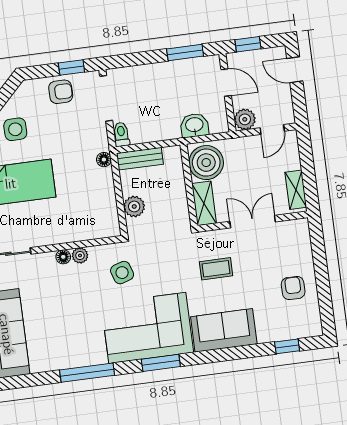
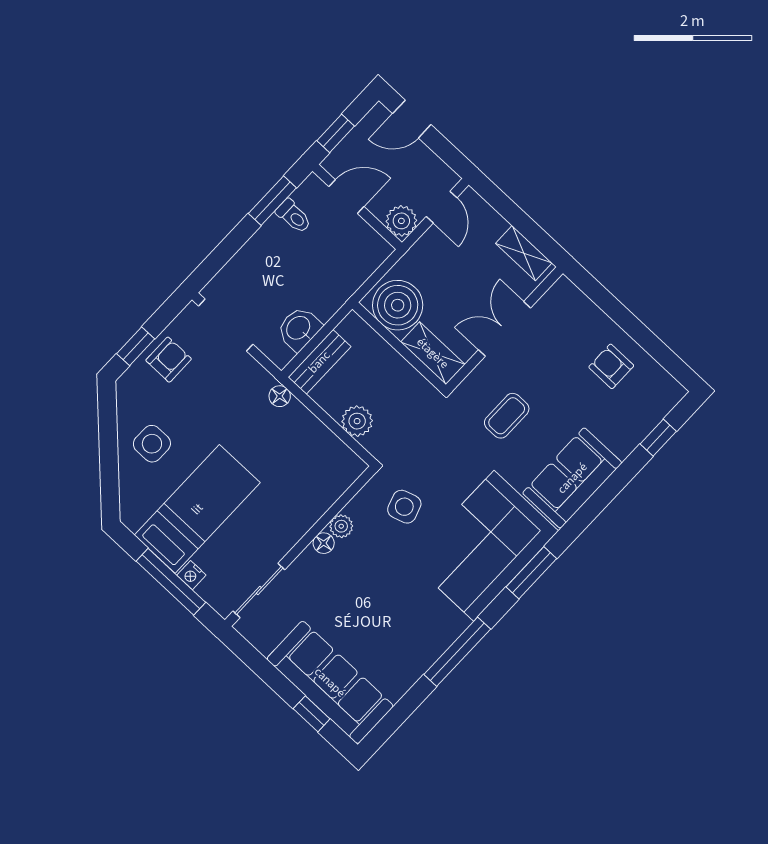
window: (71, 67) -> (136, 346), moved
washbasin: (194, 125) -> (299, 328), moved
toilet: (121, 134) -> (294, 216), moved, turned 180

